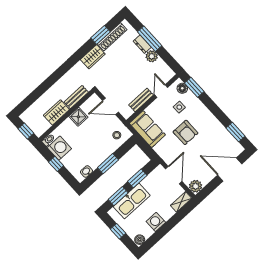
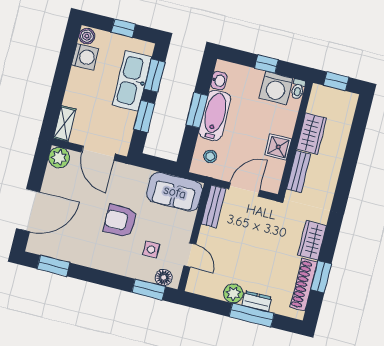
bench: (141, 100) -> (214, 206), moved
bathtub: (100, 155) -> (215, 115), added
washing machine: (156, 222) -> (85, 57), moved

